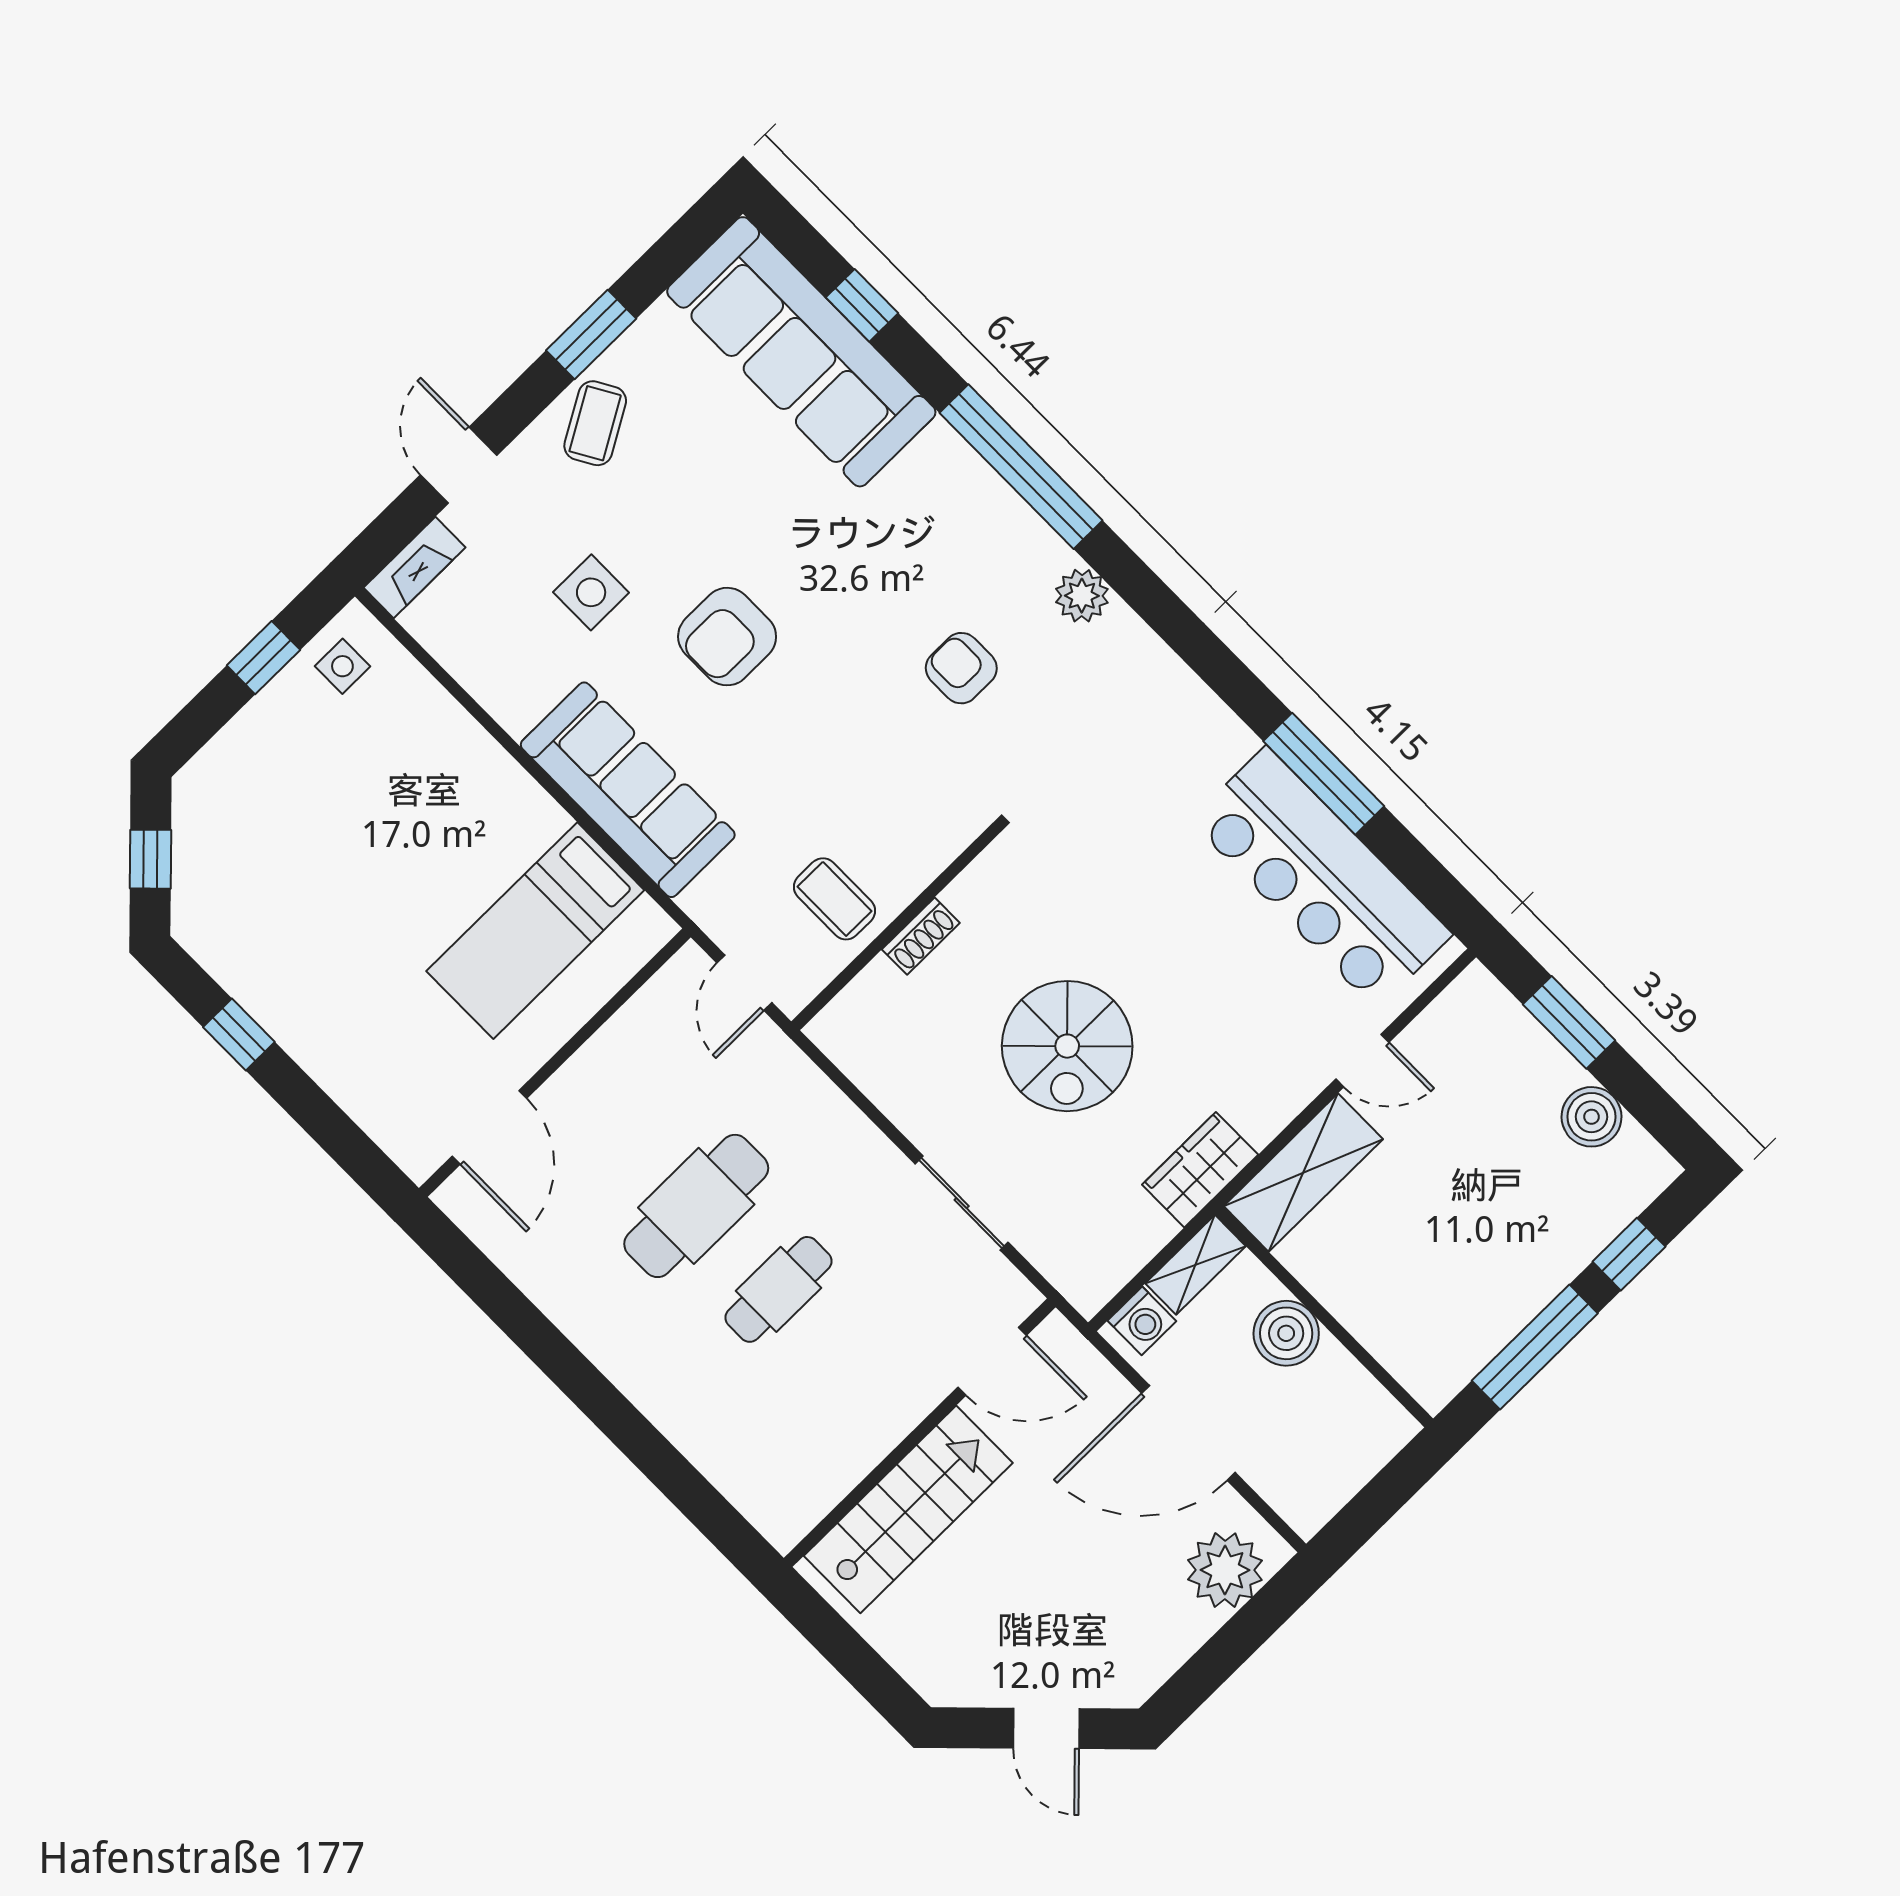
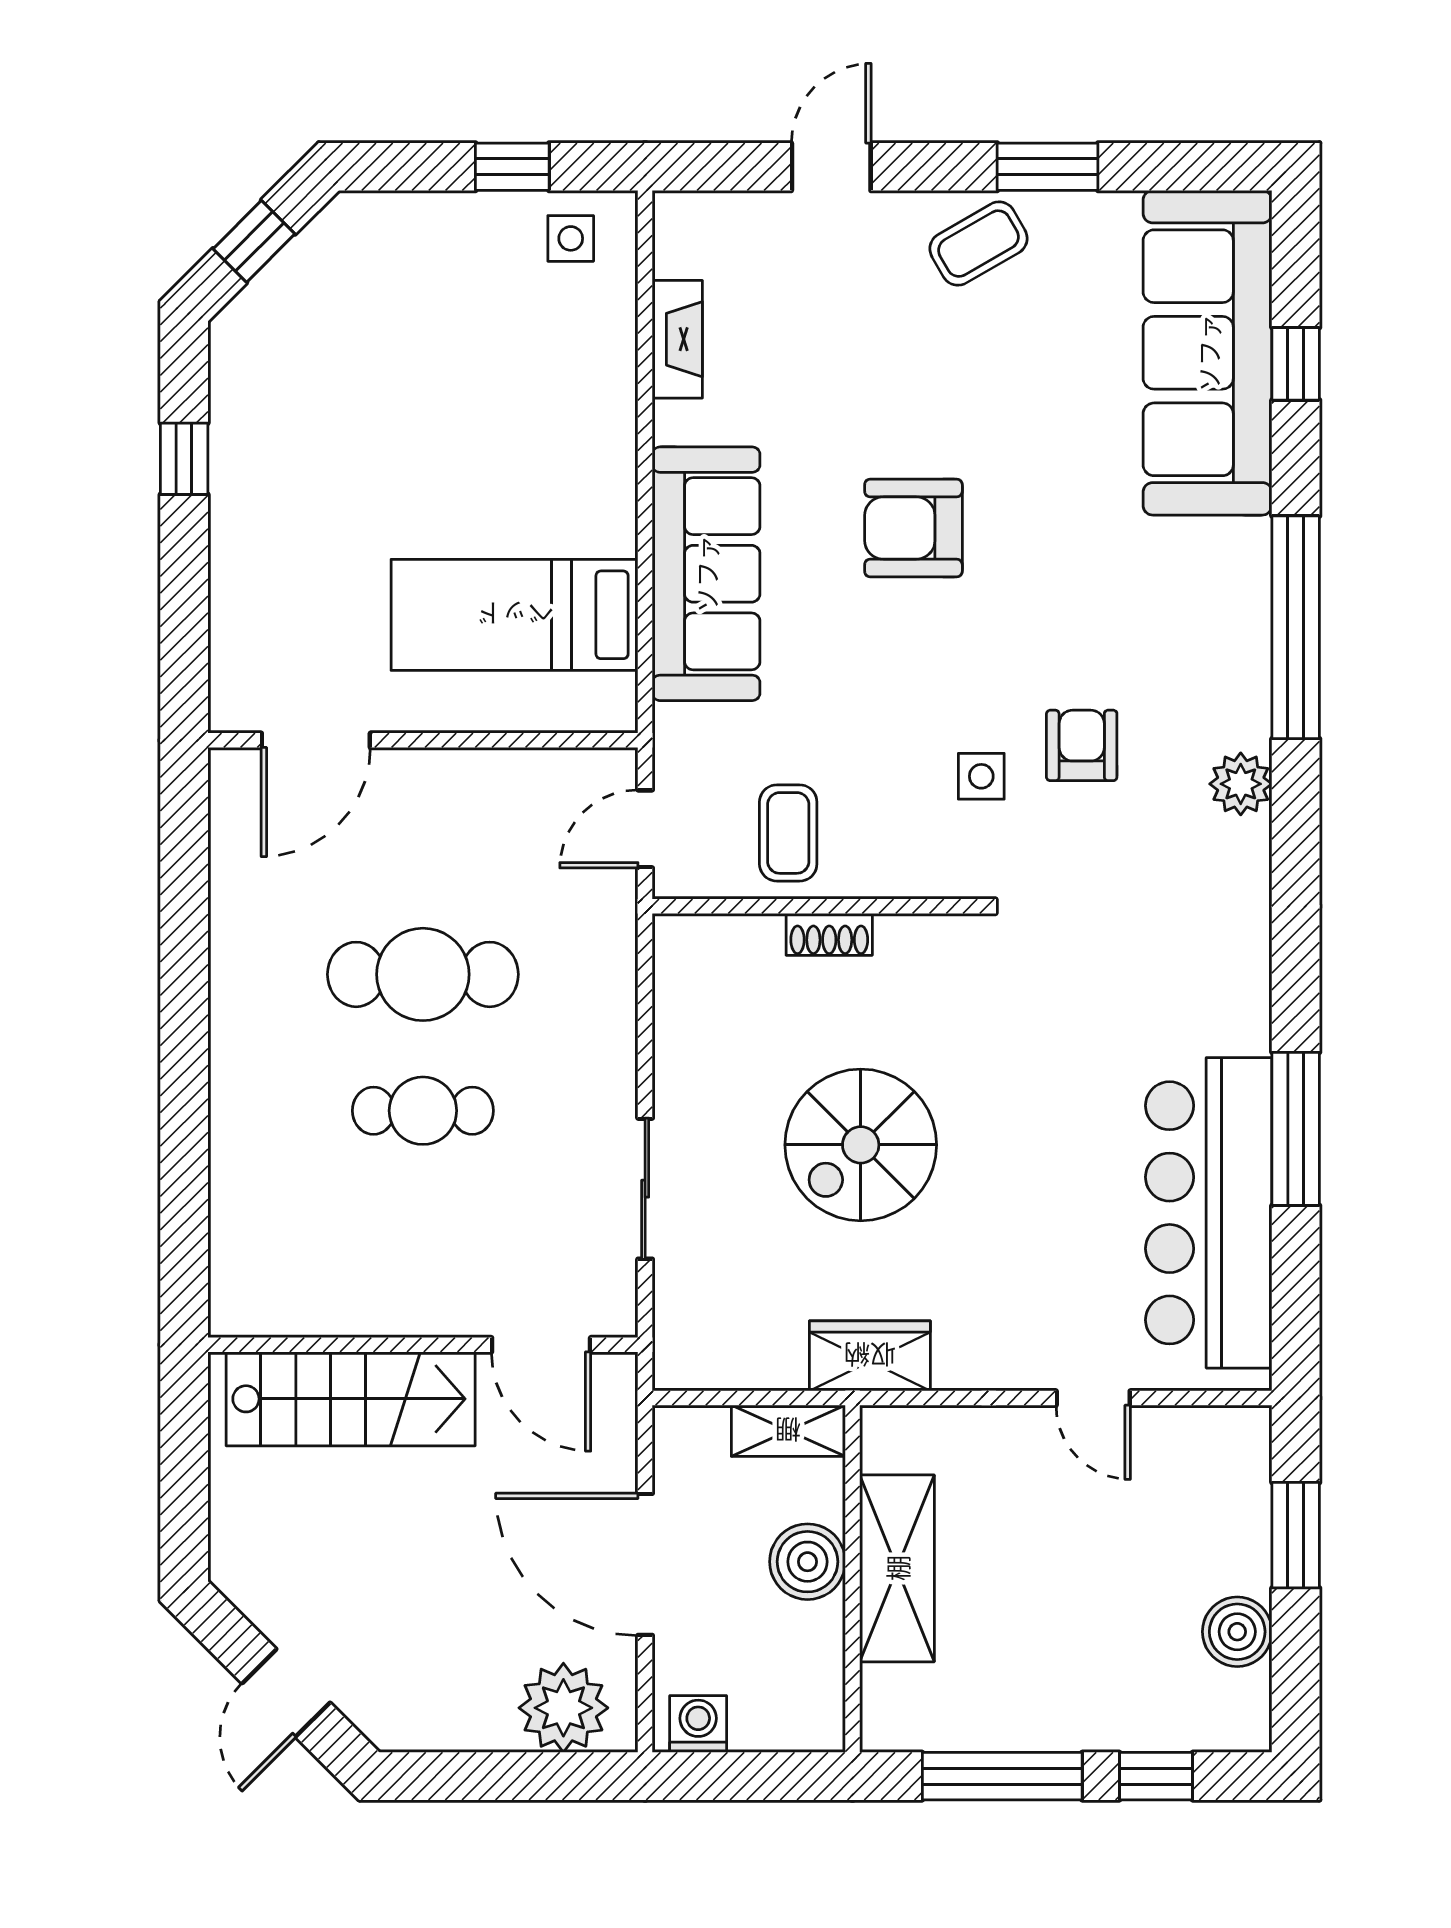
fireplace: (415, 568) -> (677, 339), moved, turned -90
side table: (591, 592) -> (981, 776), moved, width x0.73, depth x0.73
shelving: (1303, 1173) -> (897, 1568), moved, turned 90
washing machine: (1142, 1321) -> (698, 1724), moved, turned 180

